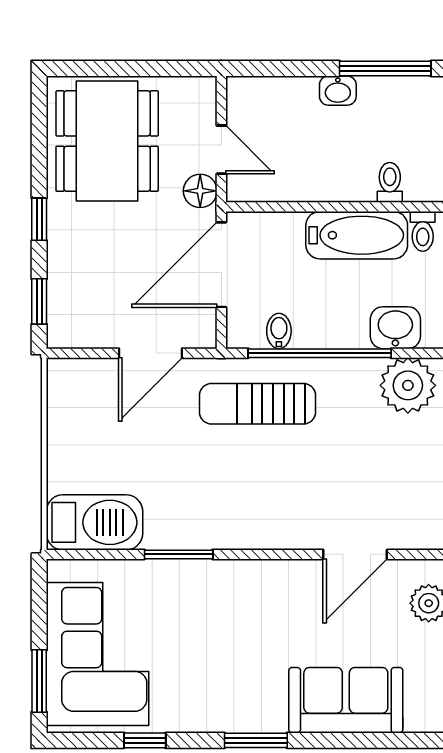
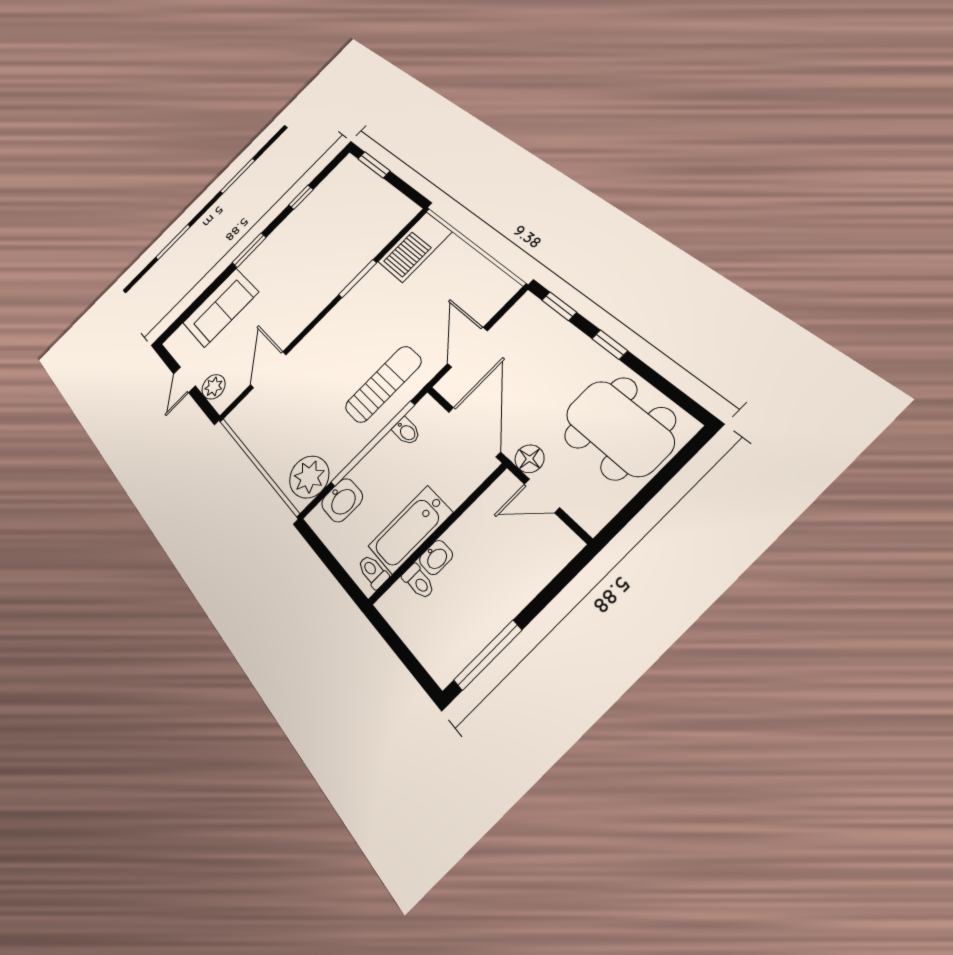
washbasin: (338, 91) -> (436, 557), moved, turned 180
corner sofa: (98, 654) -> (357, 202), removed

